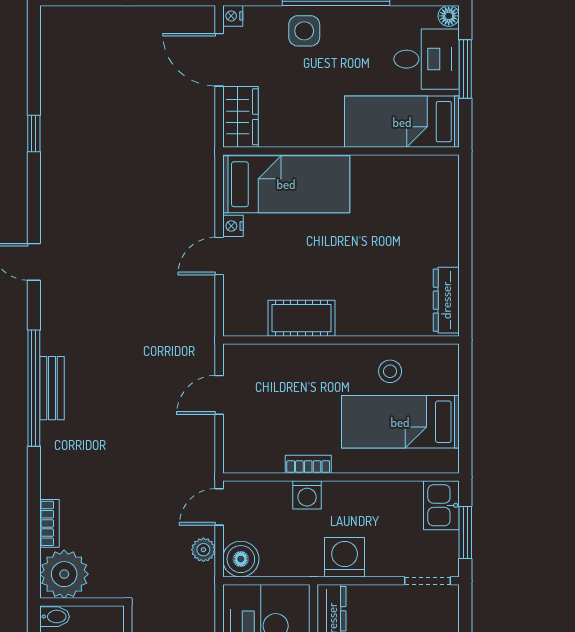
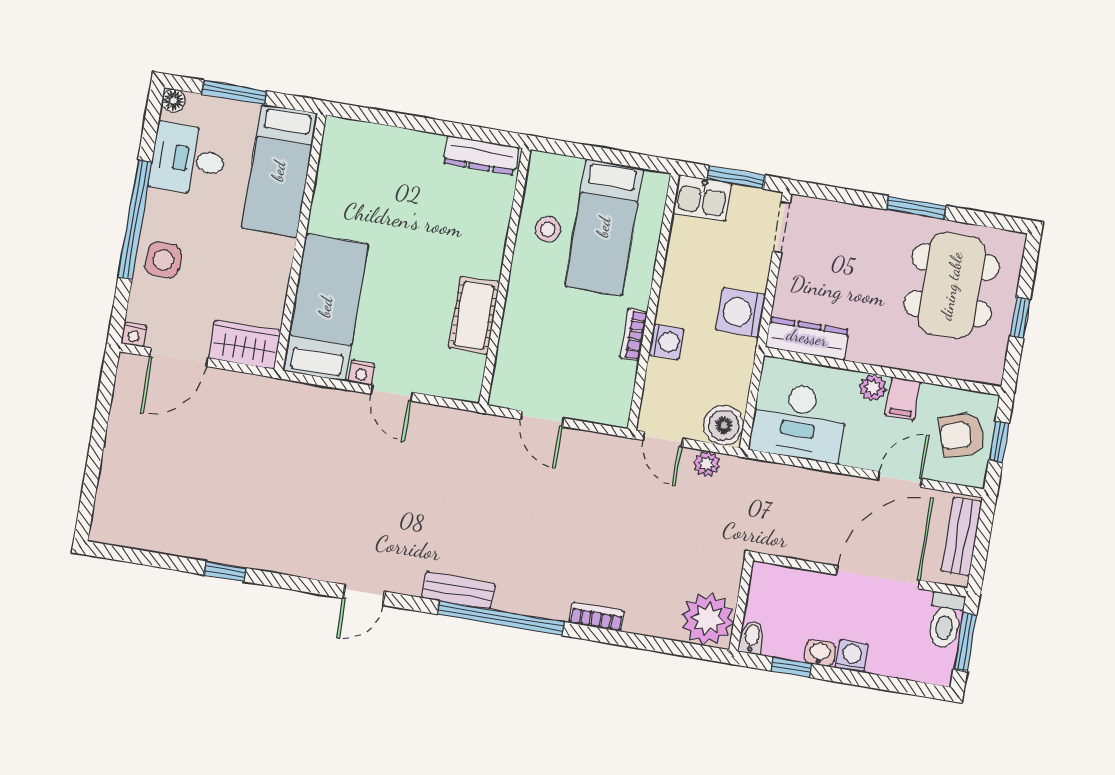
desk: (427, 59) -> (188, 159), moved, turned -90
bench: (52, 388) -> (458, 591), moved
bookcase: (50, 523) -> (597, 617), moved

